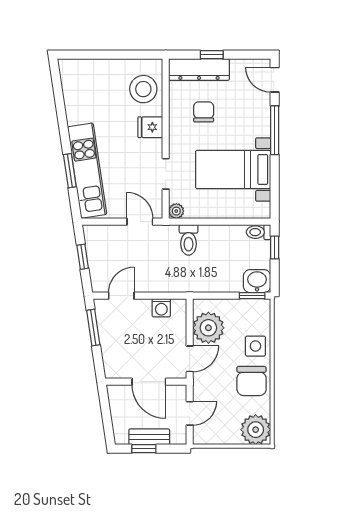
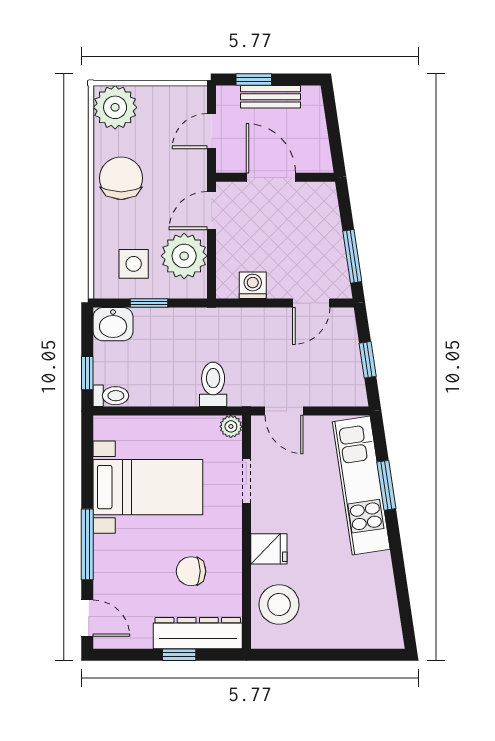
chair: (204, 112) -> (191, 571), turned 90
window: (252, 296) -> (149, 303), moved
side table: (255, 346) -> (134, 264), moved
window: (144, 449) -> (254, 80), moved

